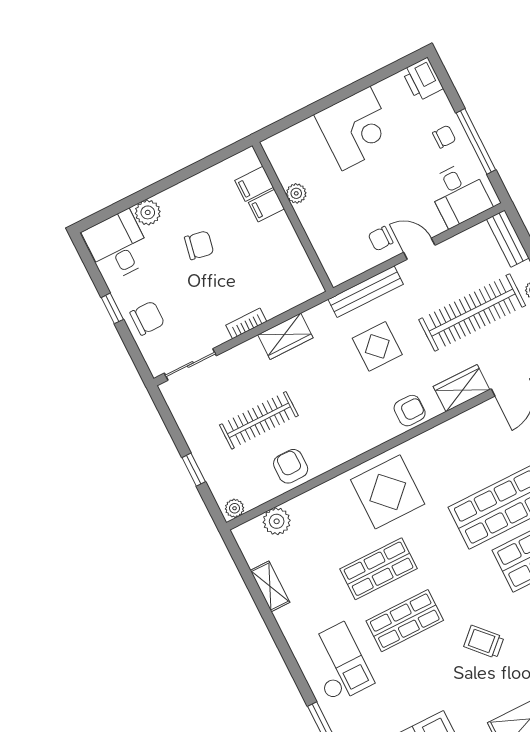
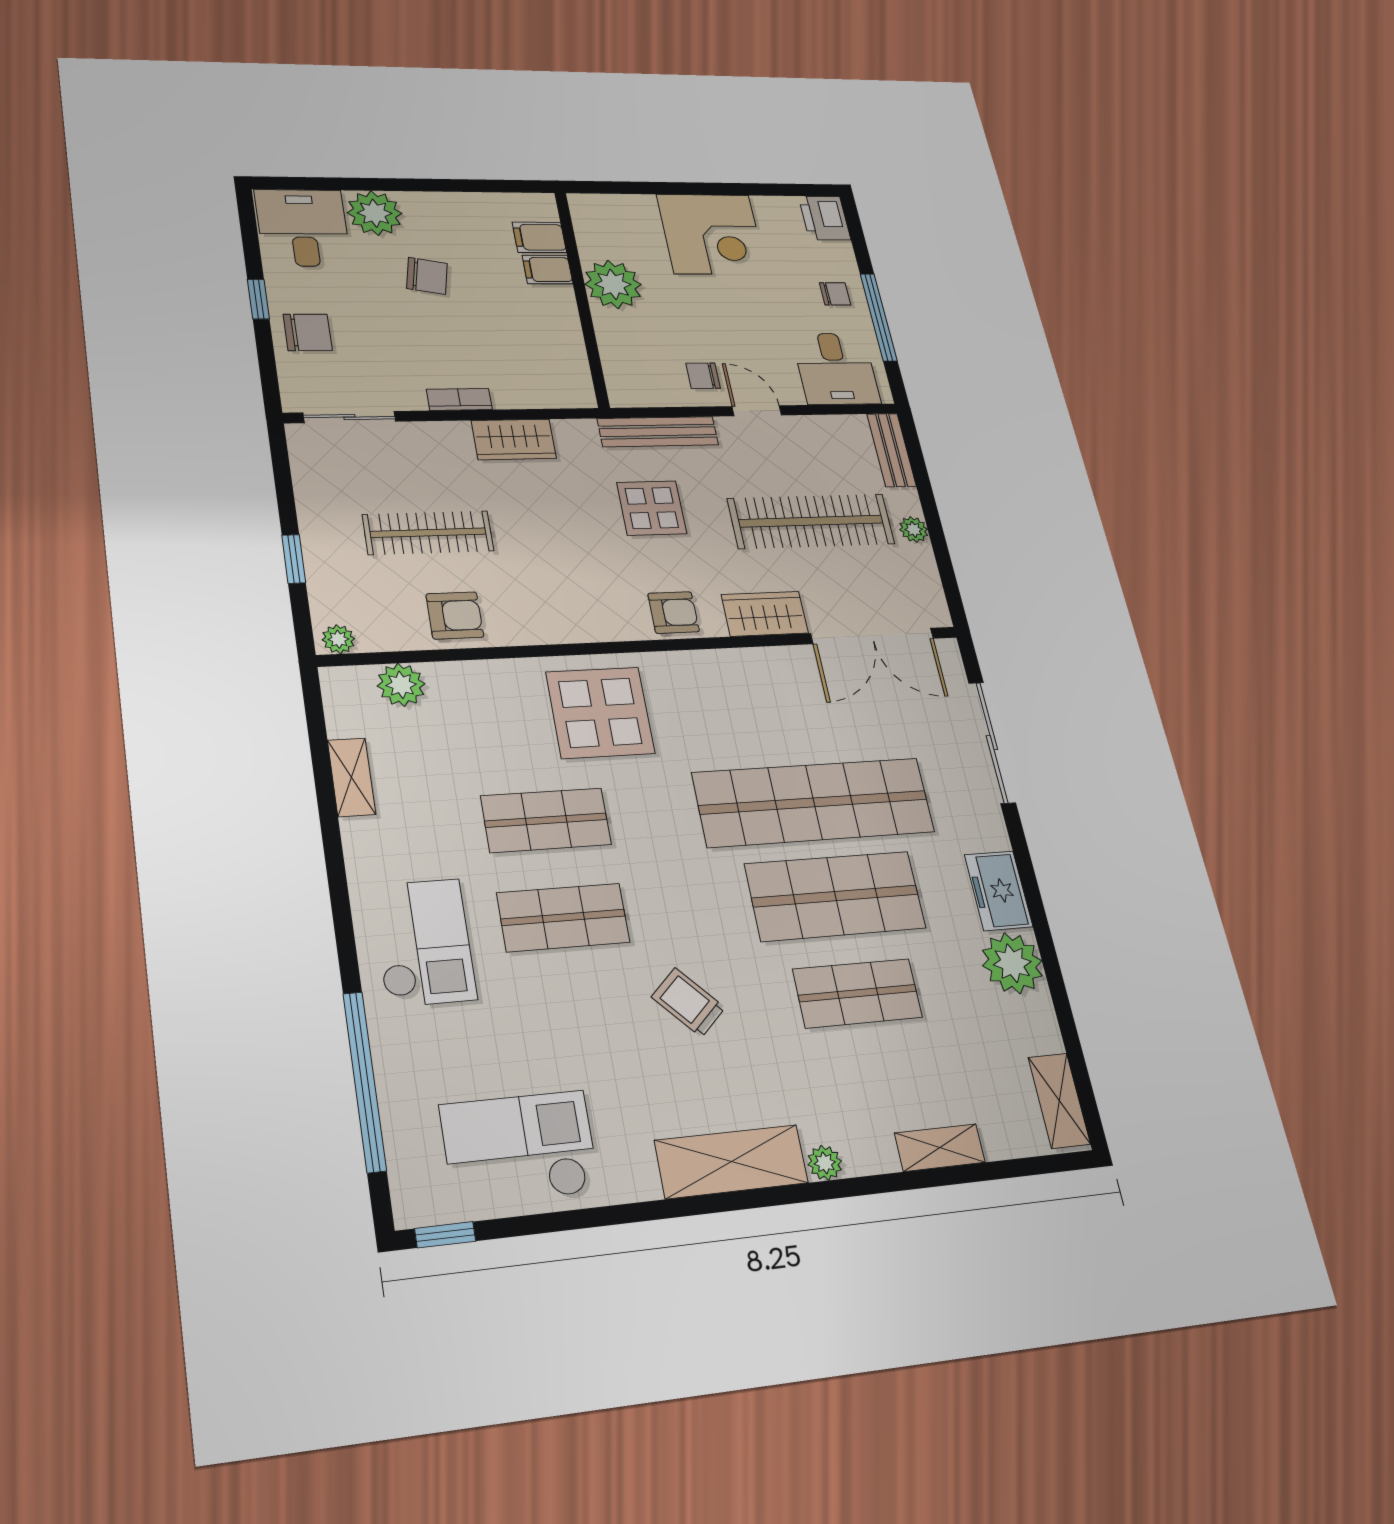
plant: (296, 193) -> (613, 284), width x1.88, depth x1.88
plant: (148, 212) -> (375, 213), width x1.36, depth x1.36
armchair: (291, 466) -> (455, 615), turned 90

